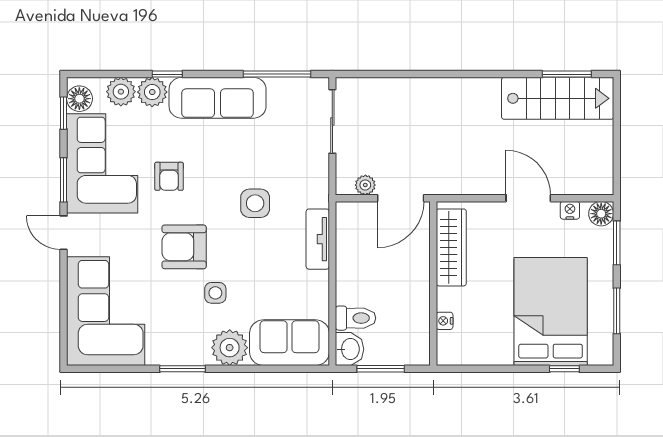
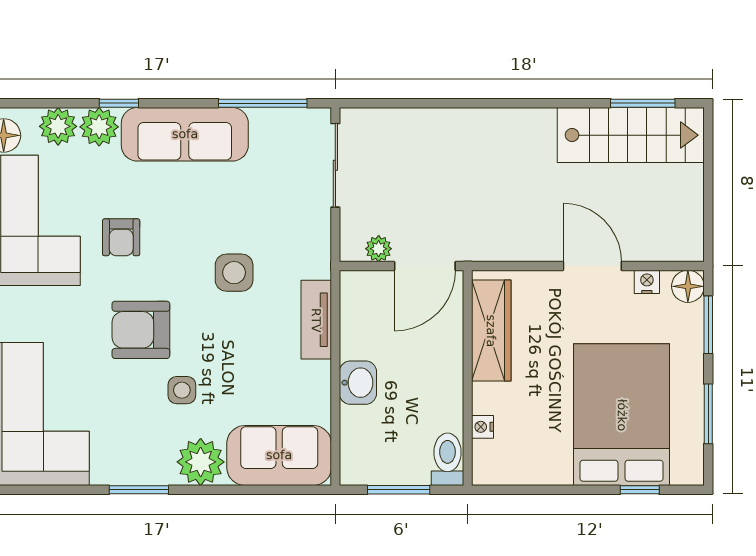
toilet: (356, 318) -> (447, 459), moved, turned -90
washbasin: (350, 349) -> (358, 383), moved

